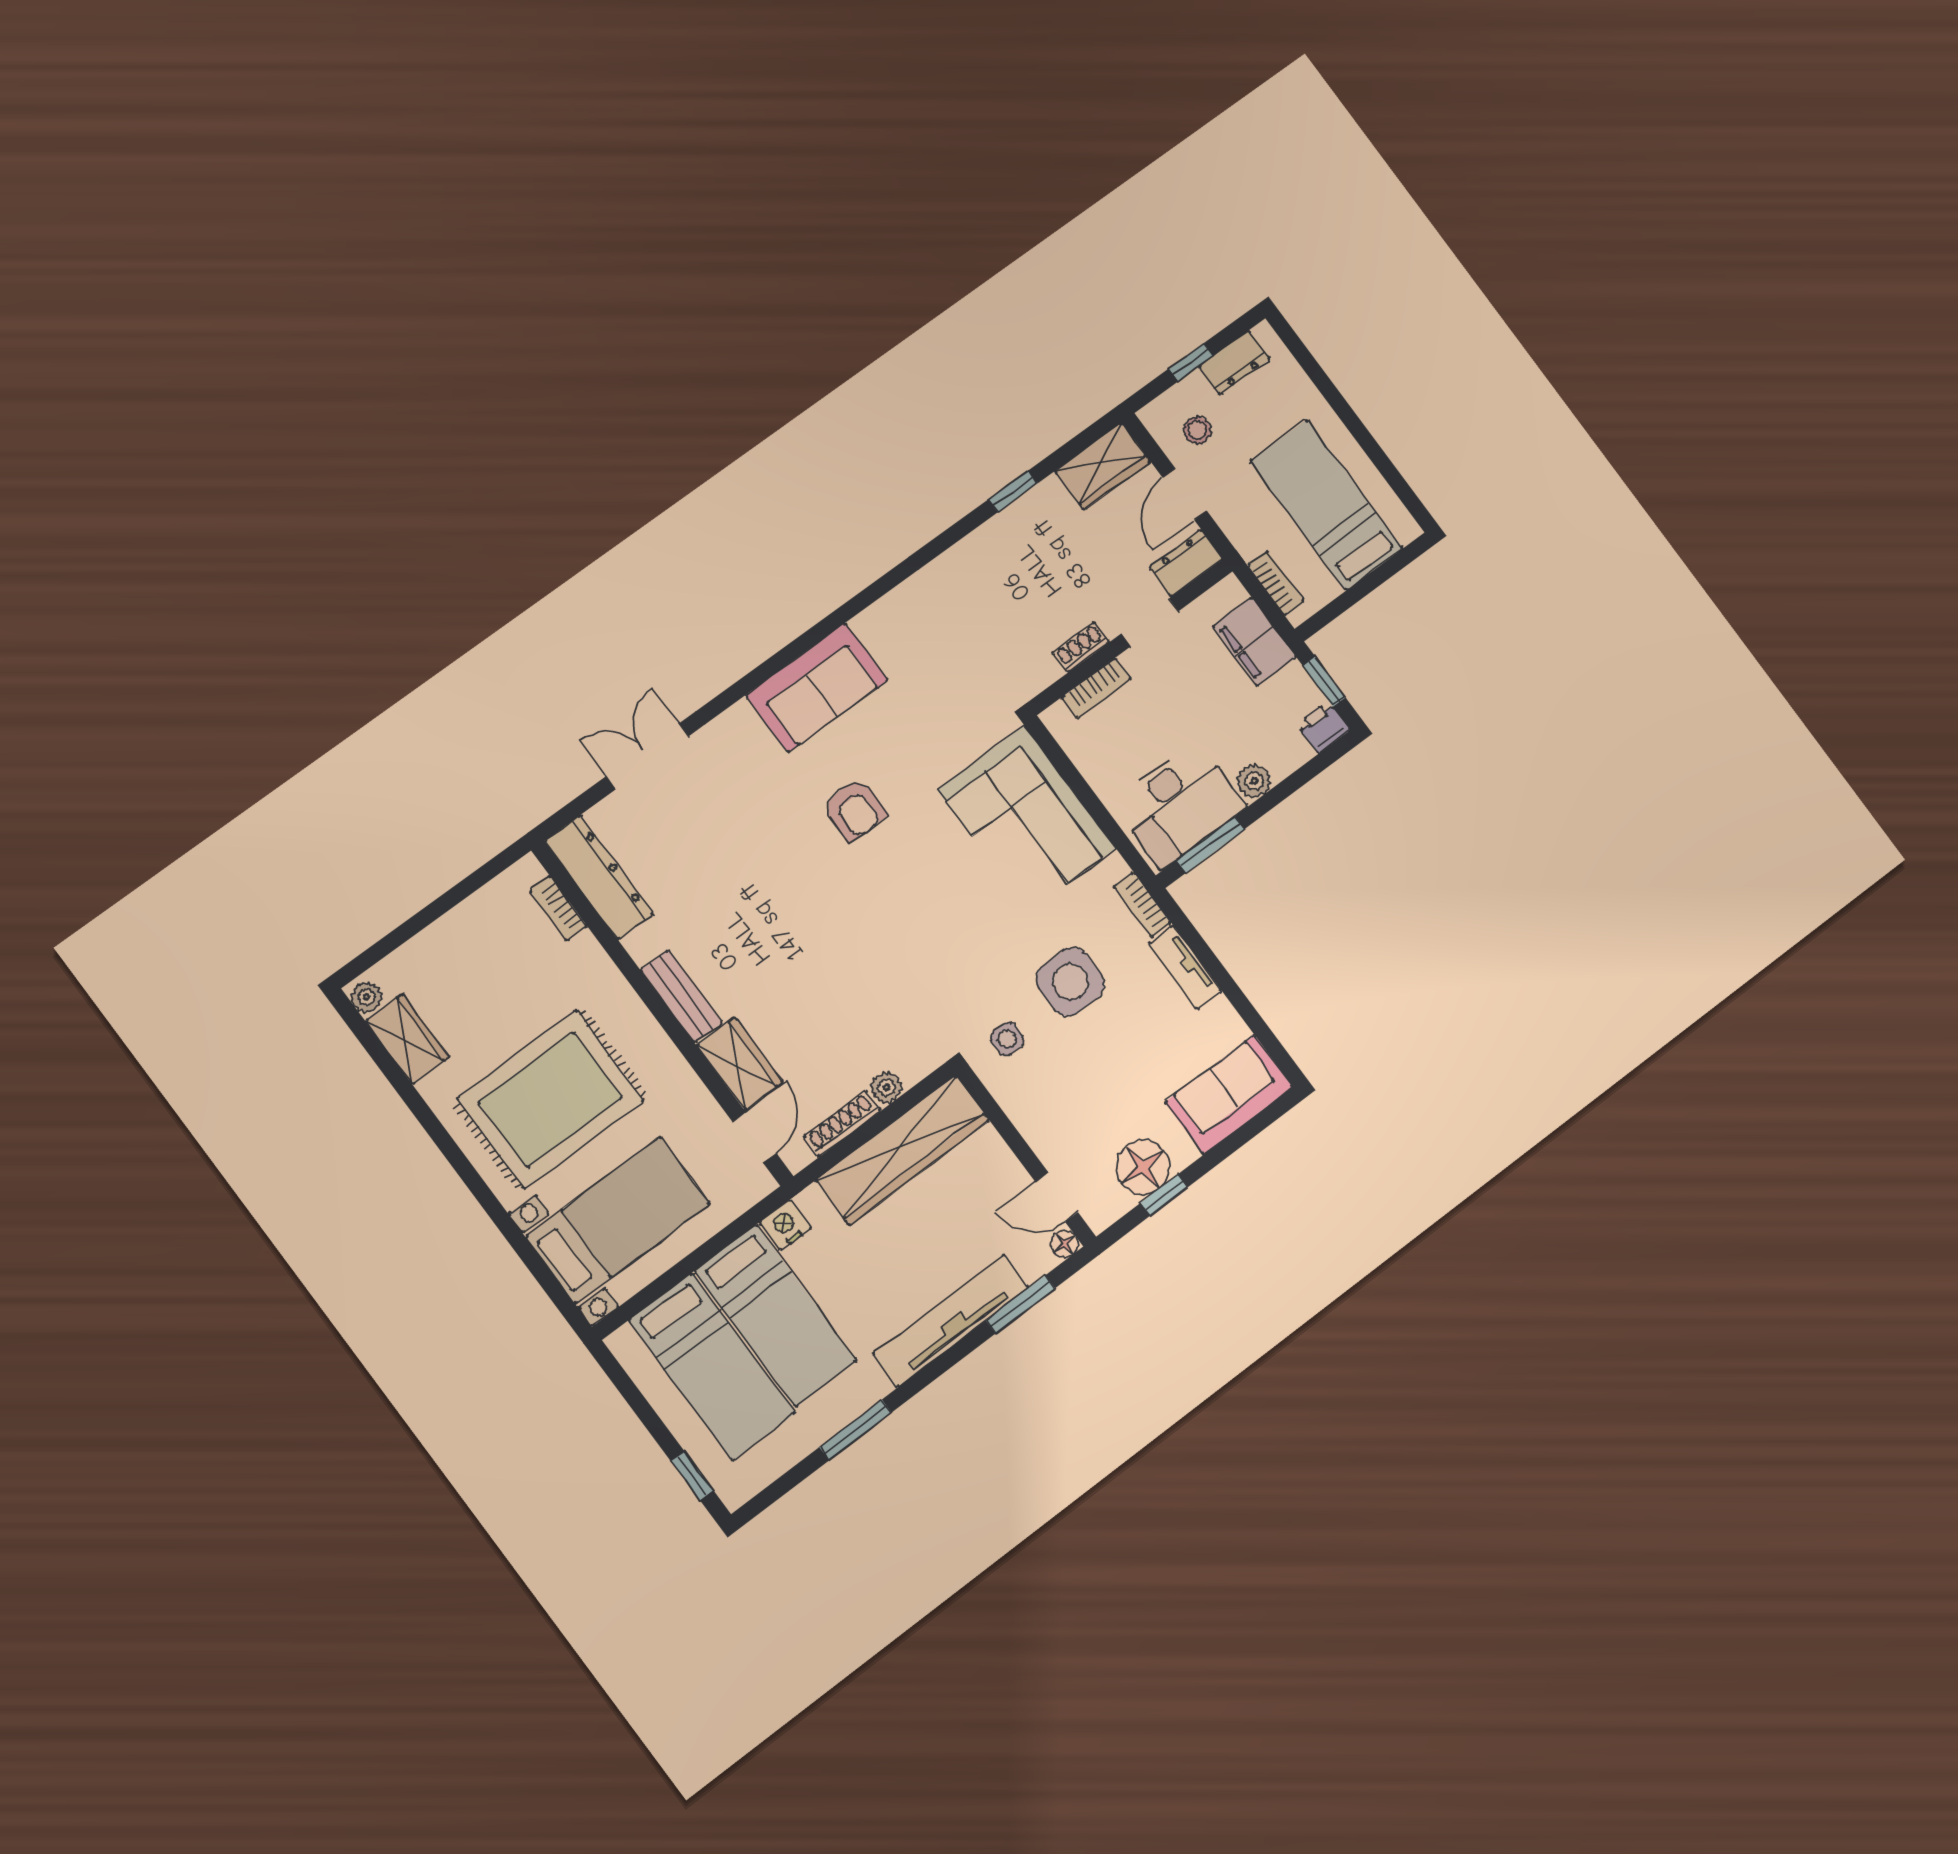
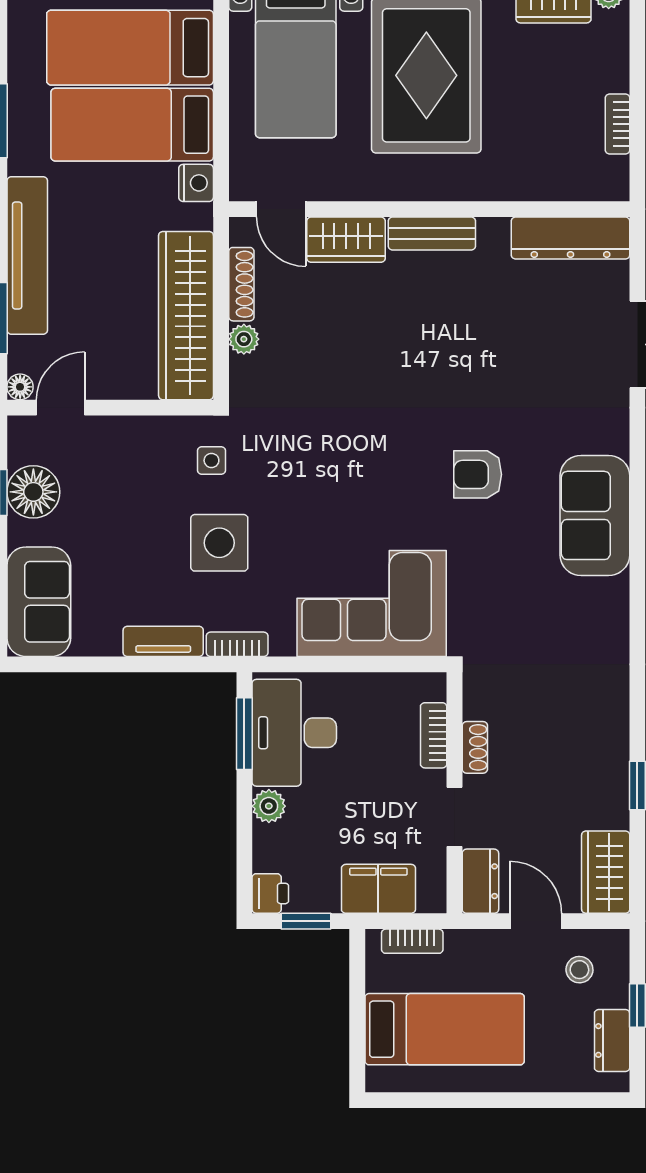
bookcase: (558, 908) -> (618, 124), moved, turned -90

